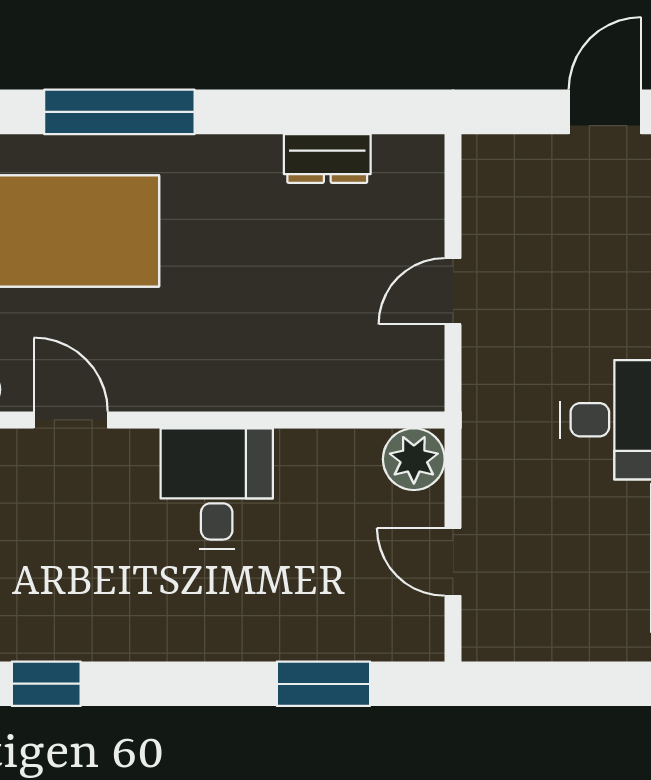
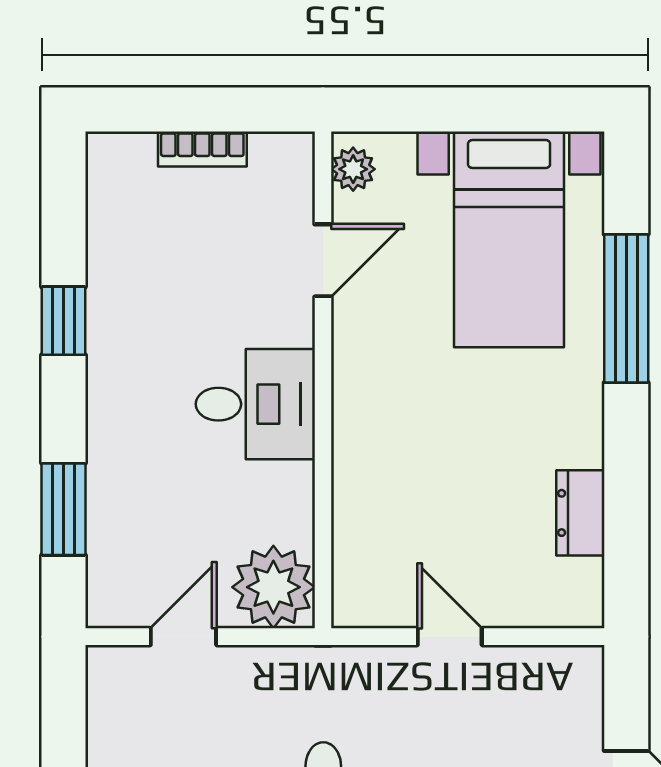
plant: (414, 459) -> (273, 587), width x1.36, depth x1.36
window: (46, 684) -> (64, 321), moved

